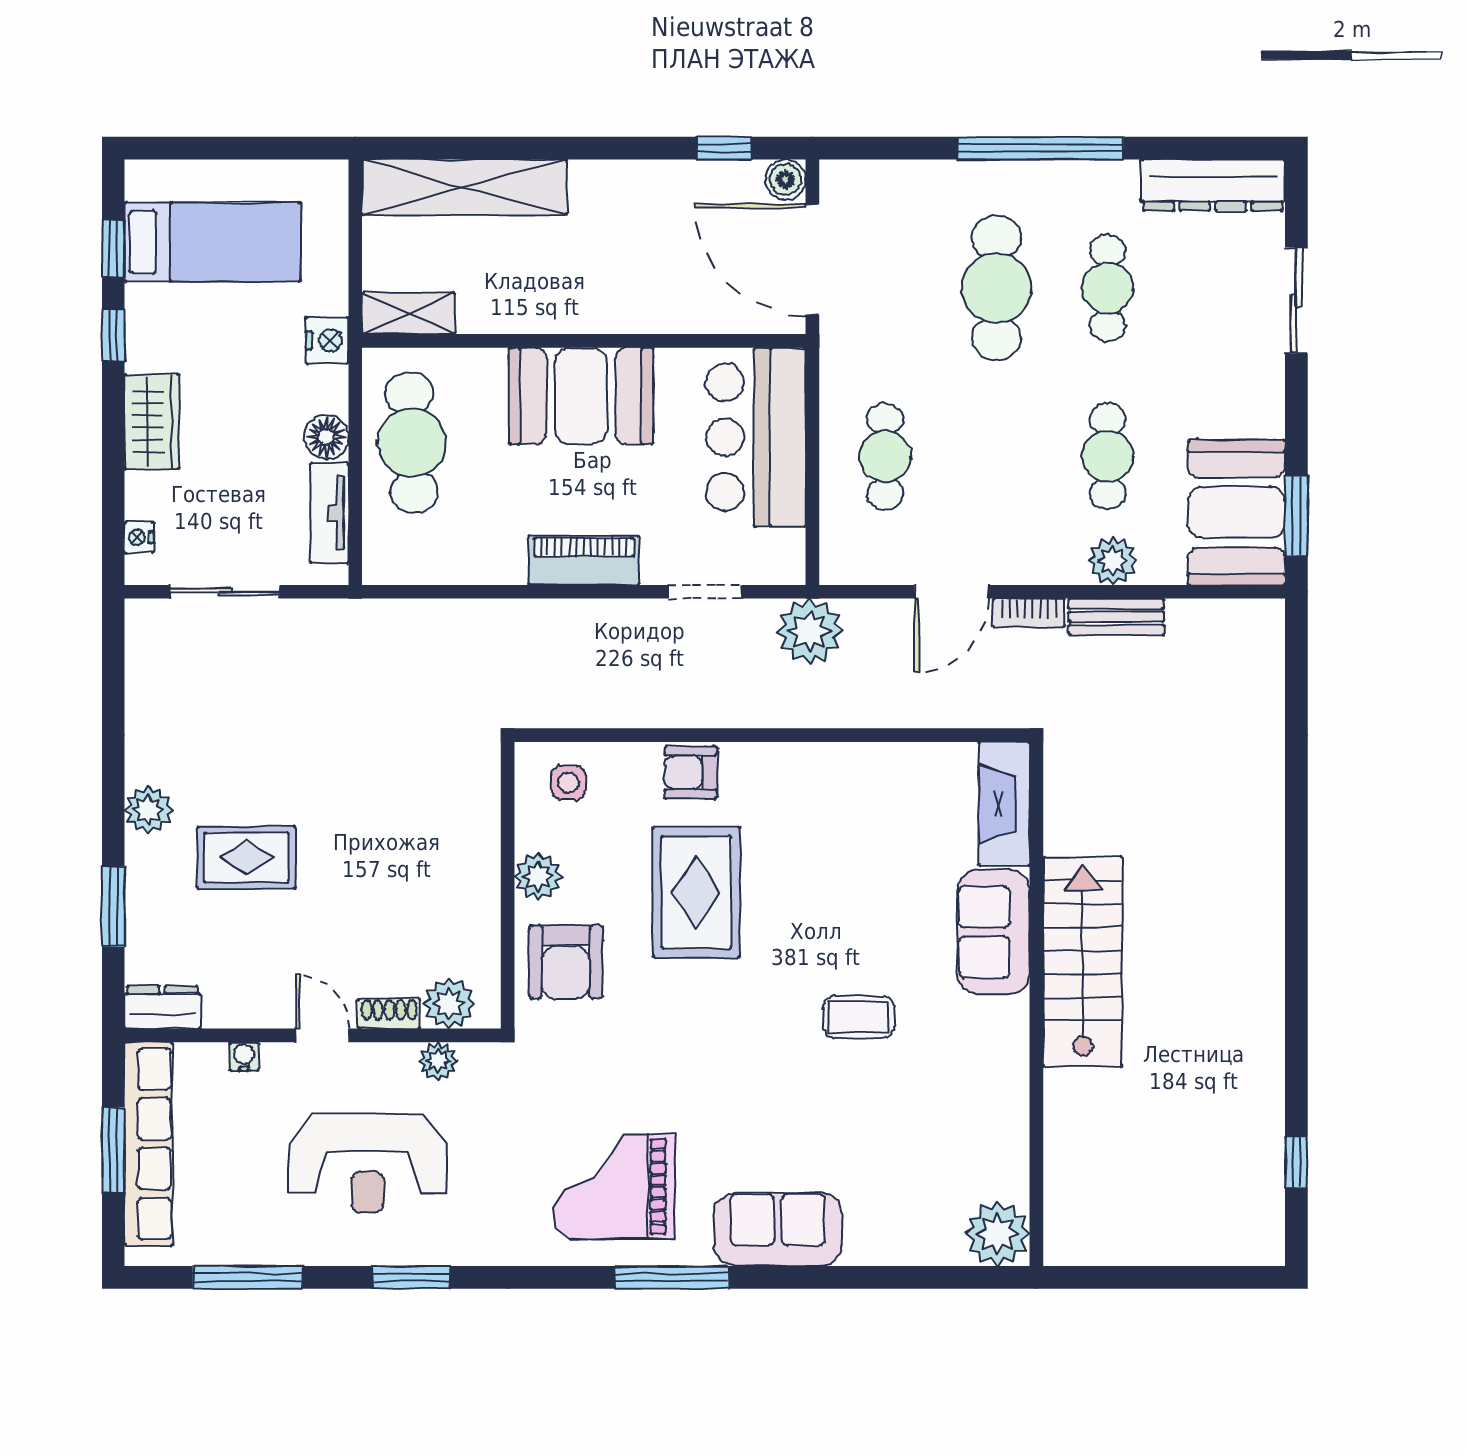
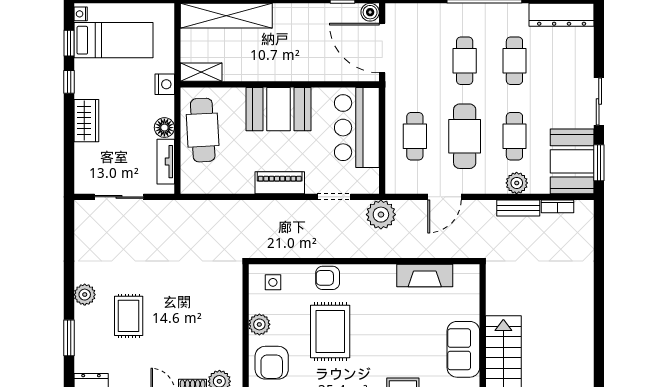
cafe table: (996, 288) -> (465, 61), width x0.73, depth x0.74
sliding door: (1296, 300) -> (599, 102), moved
cafe table: (996, 456) -> (465, 136), added
nightstand: (139, 537) -> (81, 14), moved
bookcase: (1029, 613) -> (557, 206), moved
fireplace: (1004, 804) -> (425, 276), moved, turned -90
rug: (246, 857) -> (129, 316), turned 90

